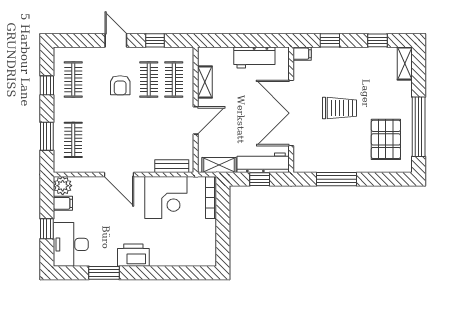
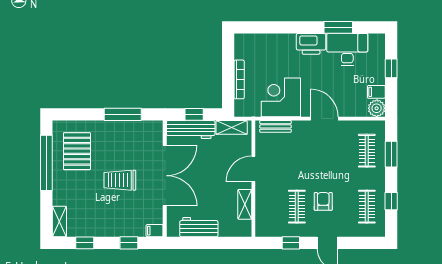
clothes rail: (174, 80) -> (273, 207), removed
bookcase: (211, 198) -> (239, 79), moved
desk: (71, 244) -> (347, 49), moved, turned -90

